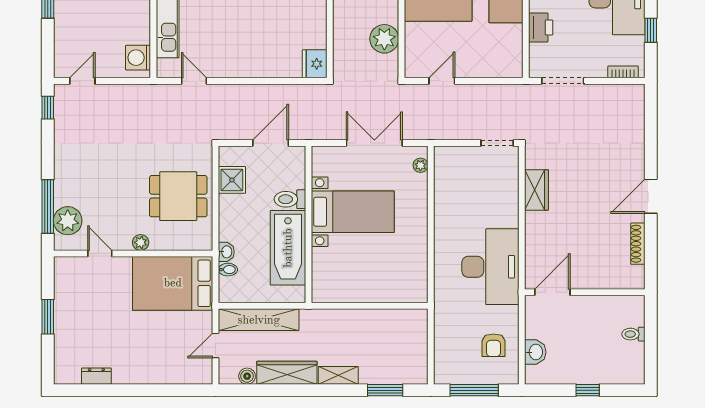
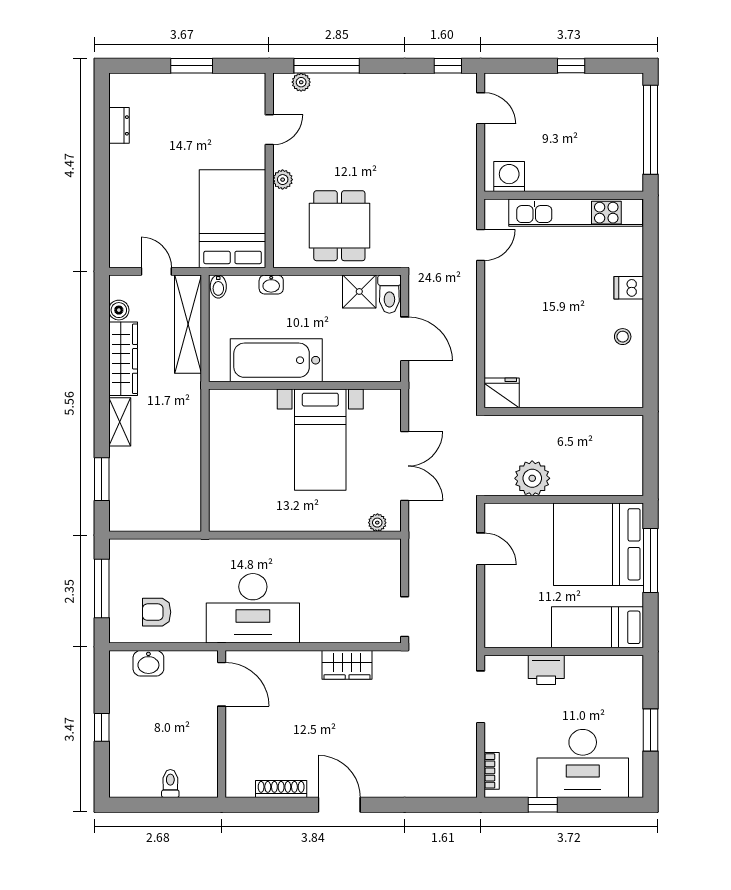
toilet: (290, 199) -> (389, 294), moved, turned 180
plant: (68, 221) -> (301, 82), width x0.53, depth x0.53
bidet: (228, 270) -> (218, 287), moved

